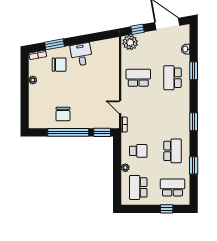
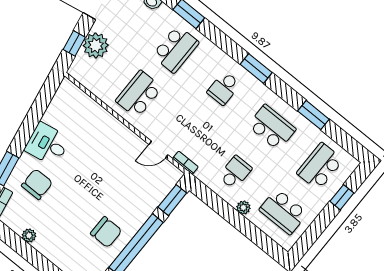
plant: (130, 42) -> (96, 45), moved
school desk: (172, 78) -> (176, 49), turned -90
school desk: (172, 114) -> (224, 88), added

